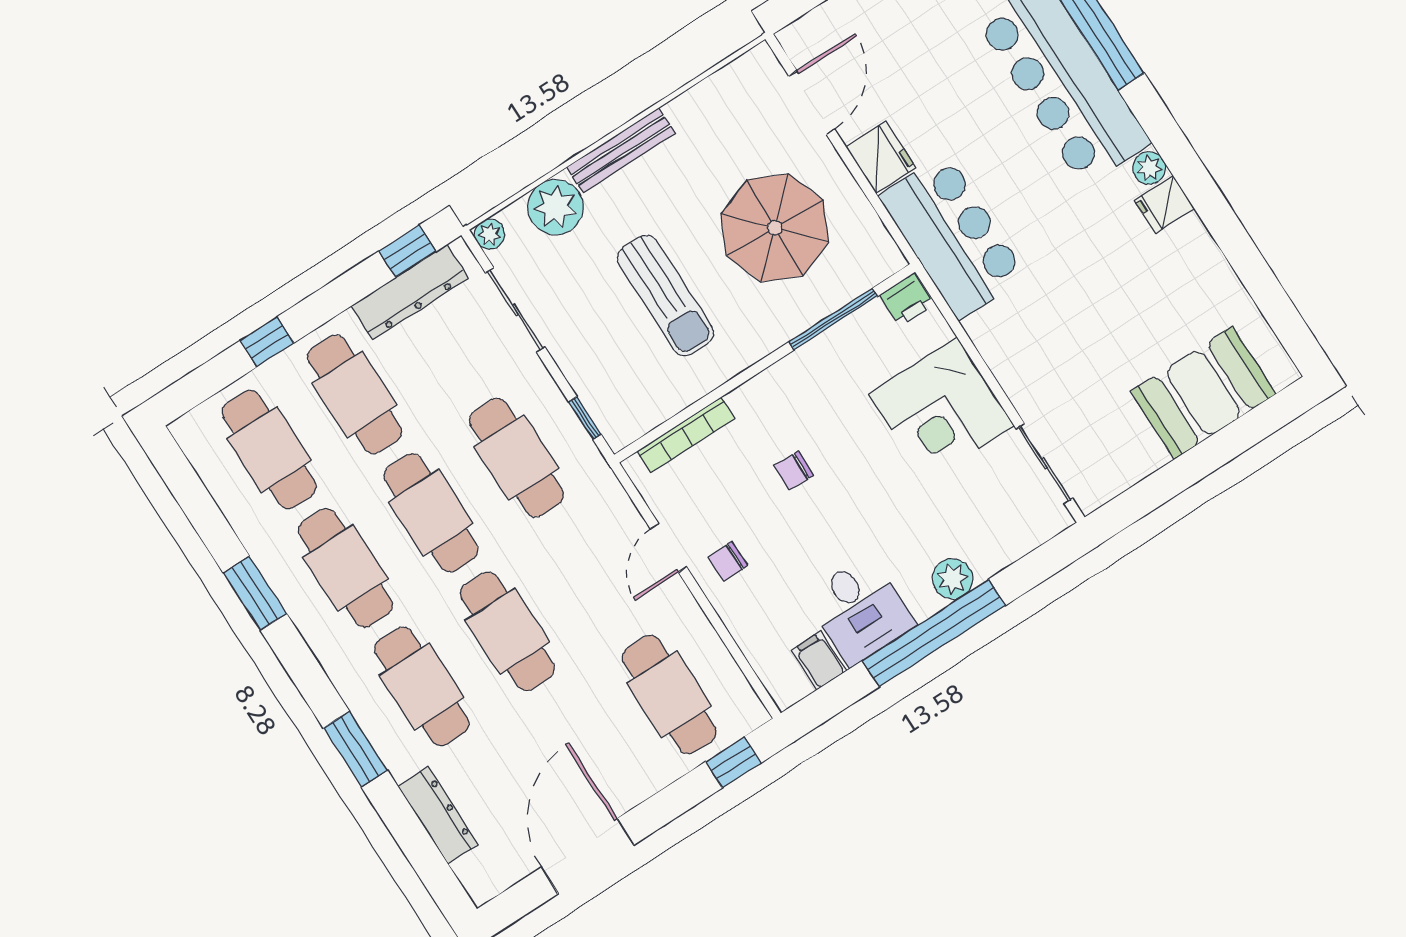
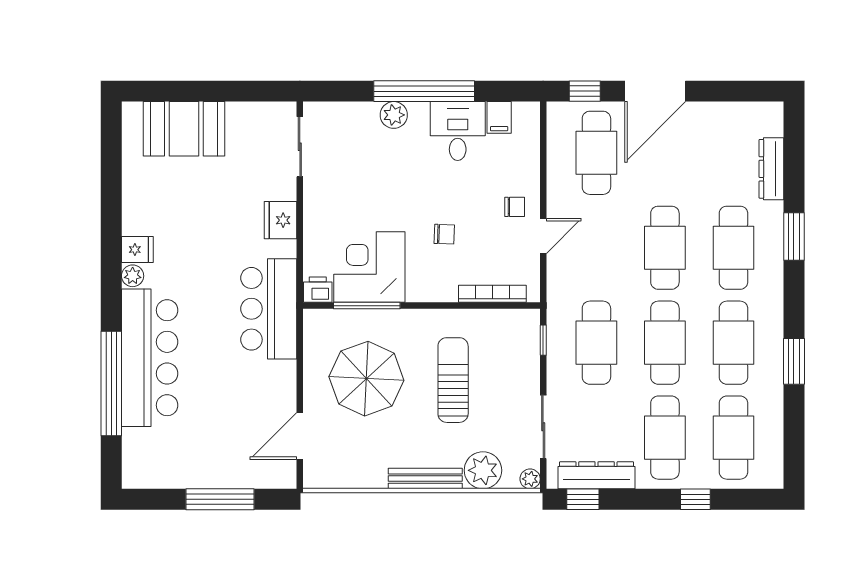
fridge: (881, 157) -> (281, 220), moved
corner desk: (942, 410) -> (369, 267), moved, turned -90
door: (588, 856) -> (655, 91), moved

